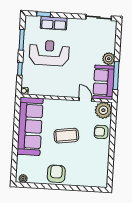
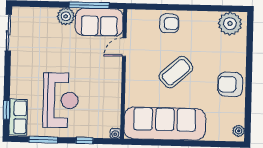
row of seats: (54, 23) -> (18, 117), moved
reception desk: (49, 53) -> (61, 100), turned 180
plant: (103, 110) -> (230, 24), moved
armchair: (101, 132) -> (169, 23), turned -90
coffee table: (66, 136) -> (176, 72), turned 56

